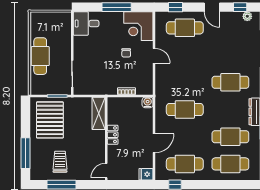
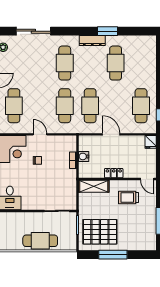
door: (154, 56) -> (40, 134), hinge flipped
water cooler: (148, 102) -> (84, 156), moved
door: (154, 143) -> (111, 134), moved
window: (25, 153) -> (113, 255), moved
trolley: (60, 162) -> (129, 197), moved
cafe table: (230, 164) -> (65, 106), moved

